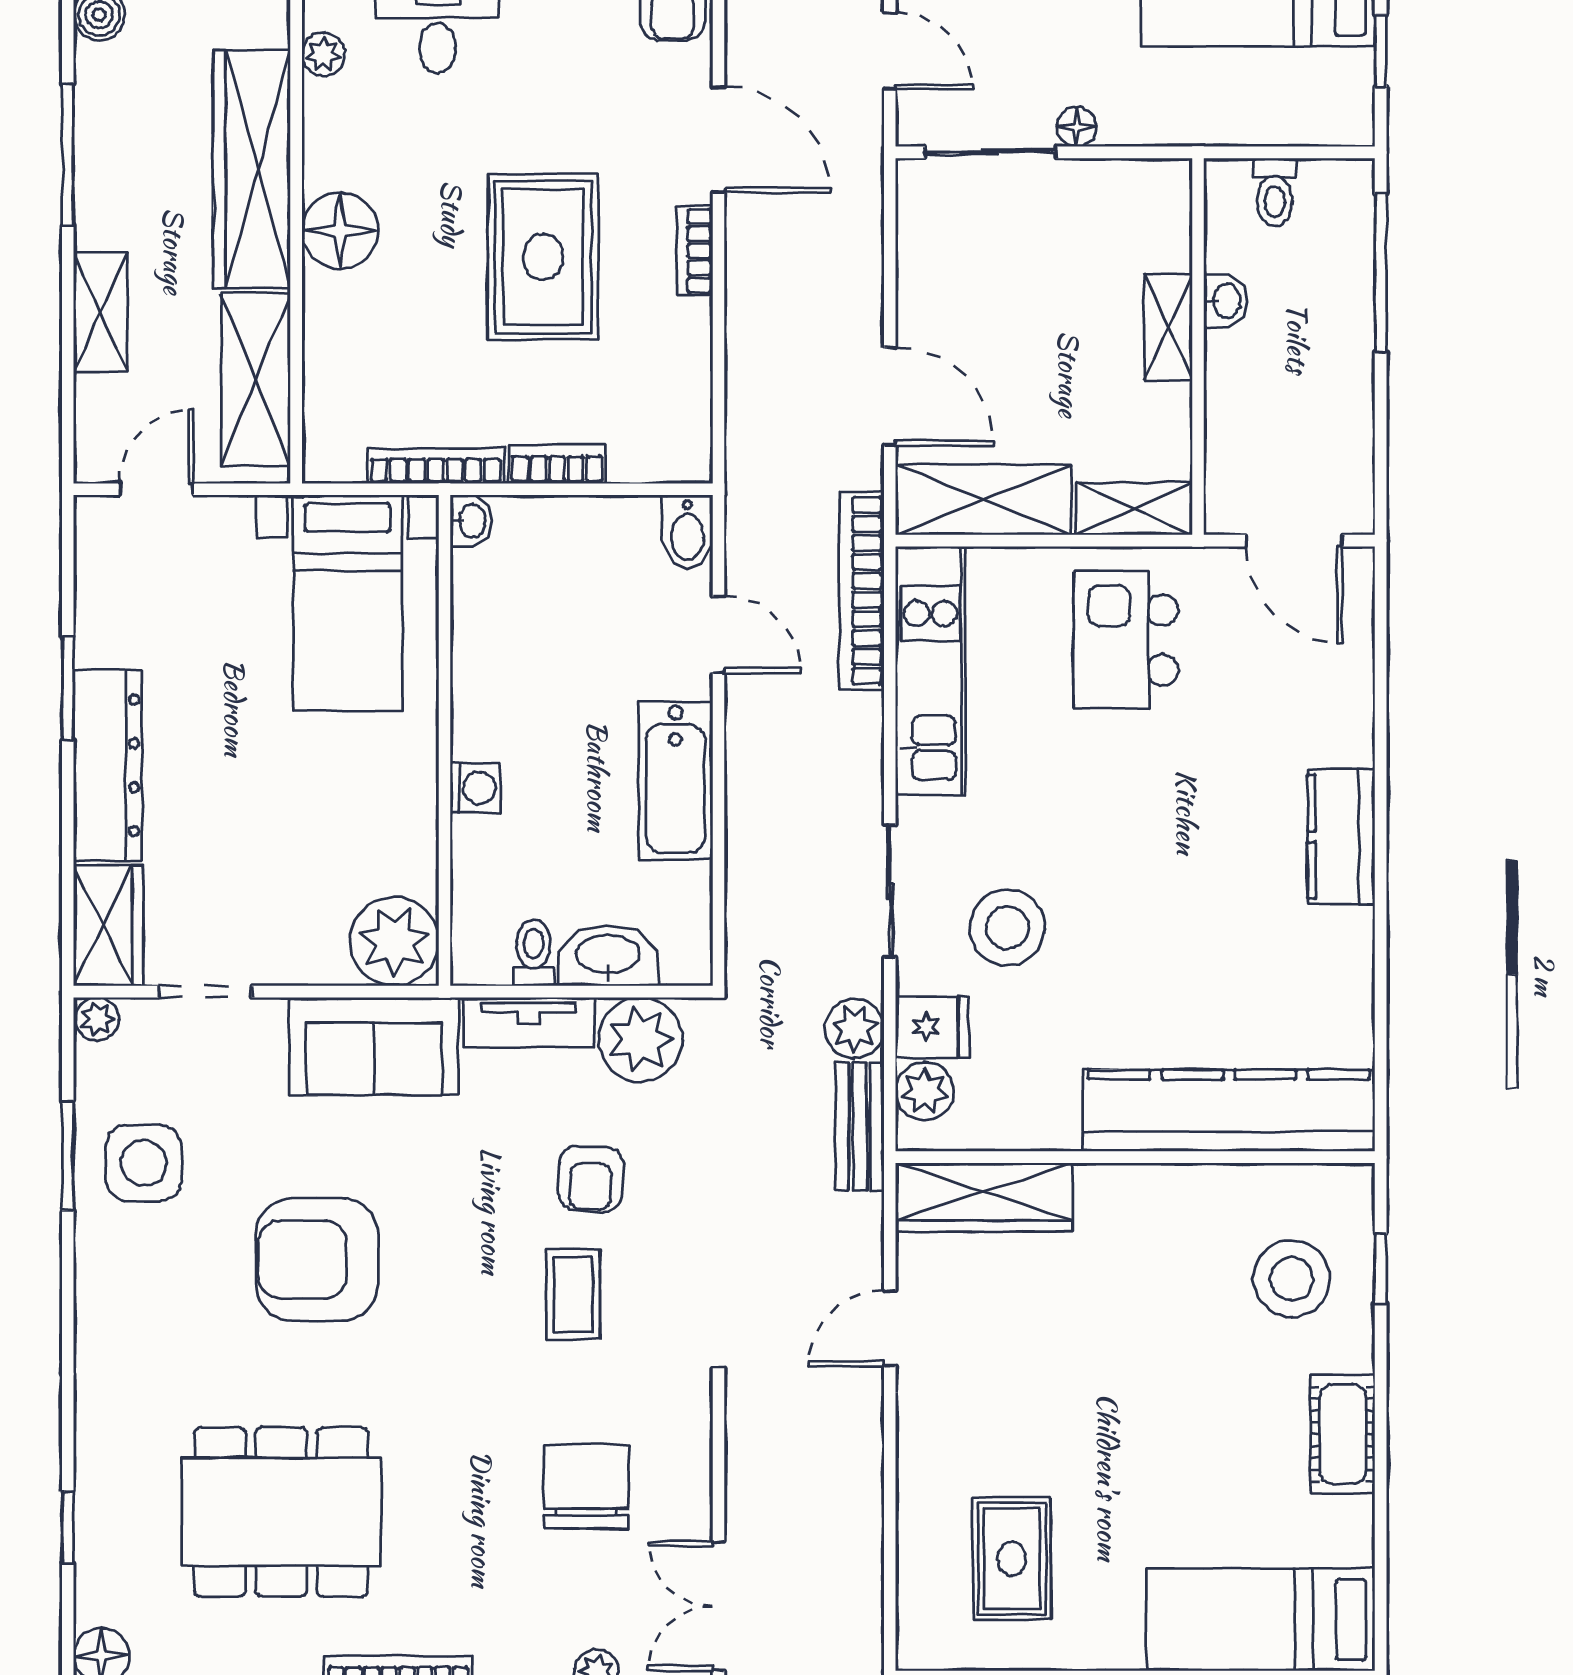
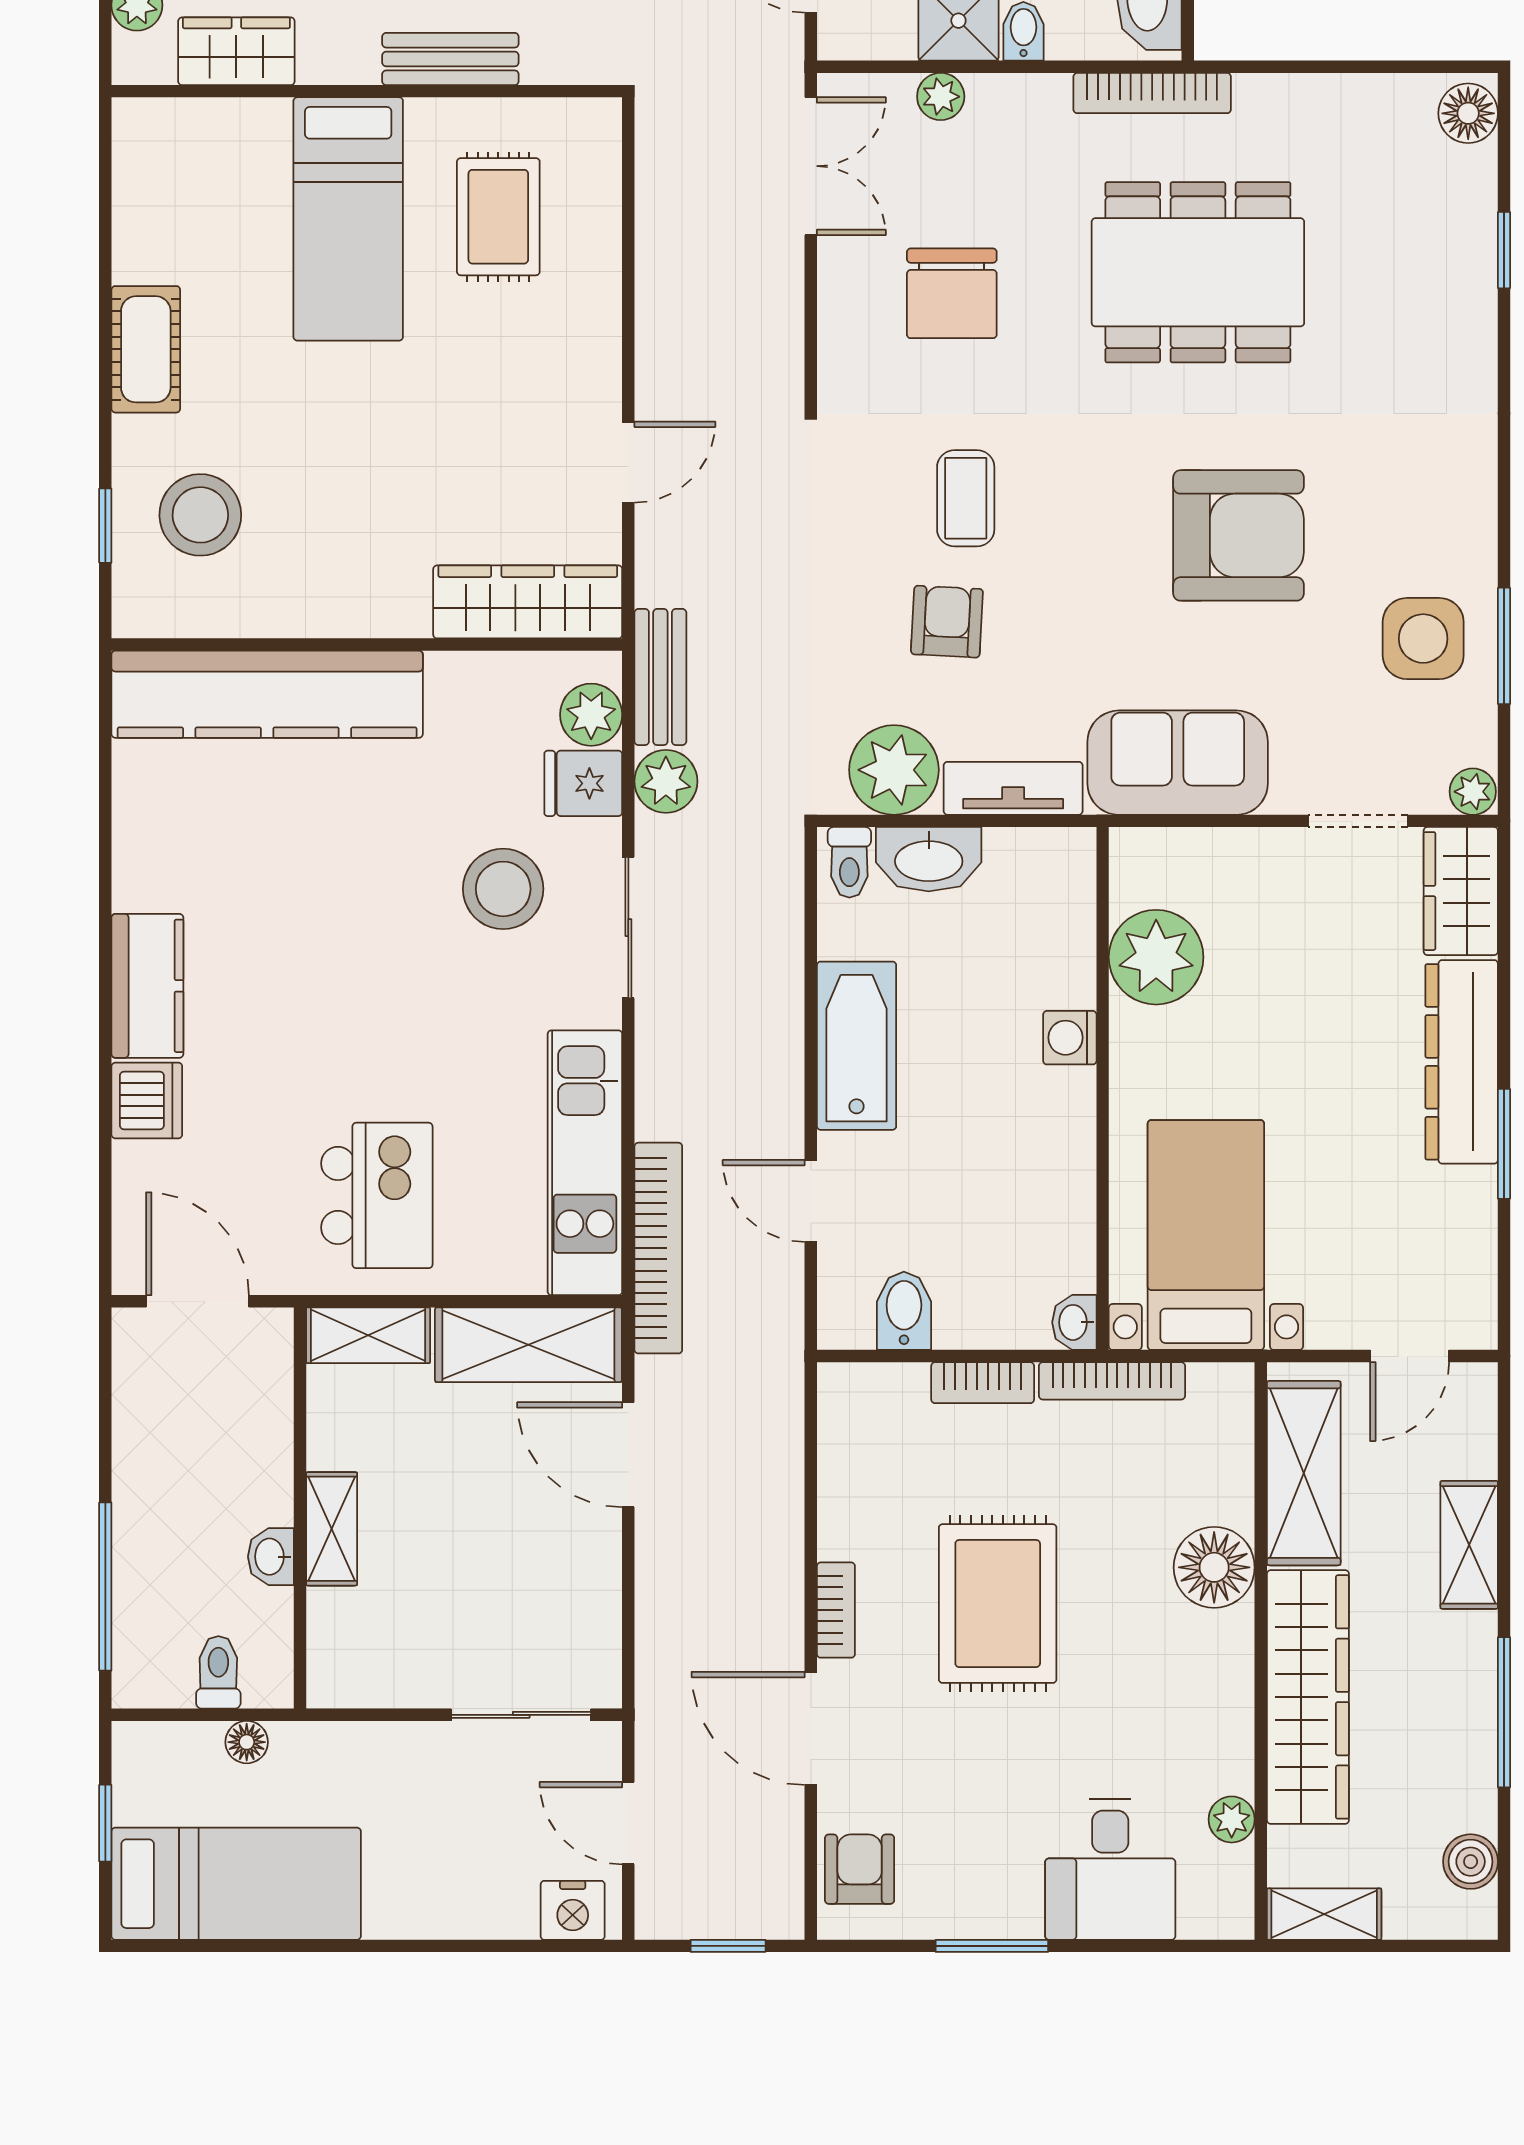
floor lamp: (1077, 127) -> (247, 1742), moved
floor lamp: (340, 231) -> (1214, 1567), moved
bidet: (687, 532) -> (904, 1311), moved
dishwasher: (1342, 729) -> (147, 1100), added
plant: (394, 941) -> (1156, 957), moved
toilet: (533, 953) -> (849, 862), moved
dining table: (281, 1512) -> (1198, 272), moved
bed: (1261, 1619) -> (348, 219), moved, turned 90

